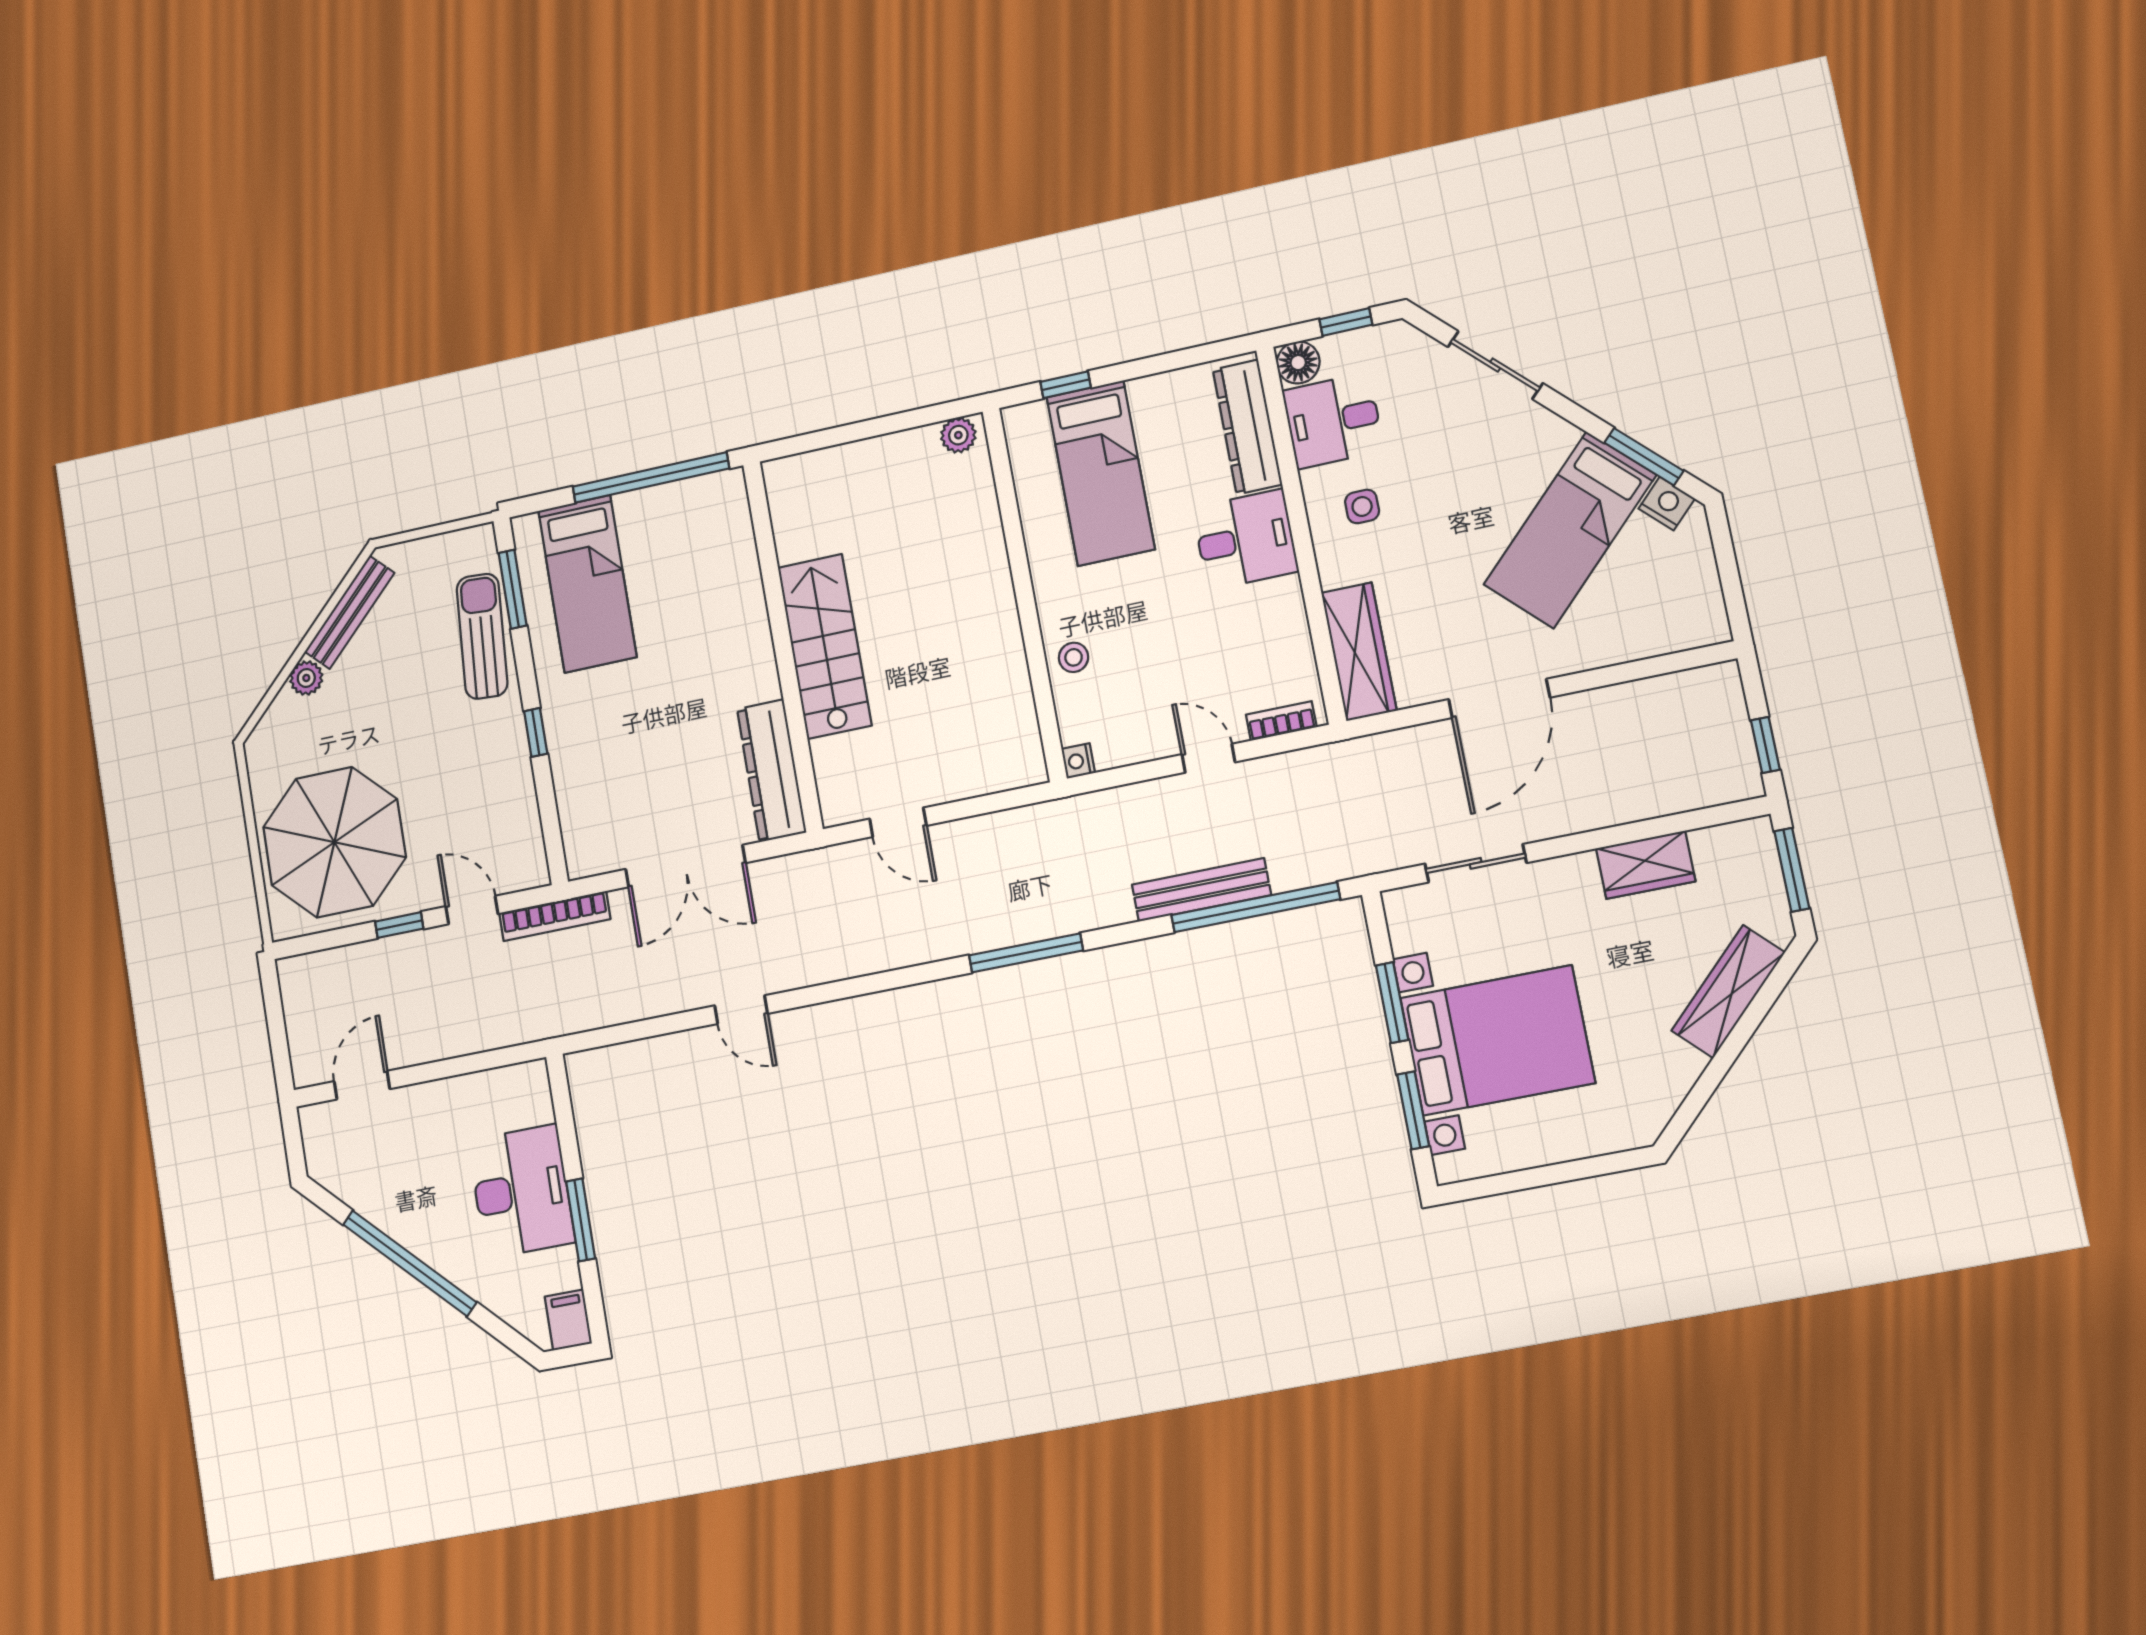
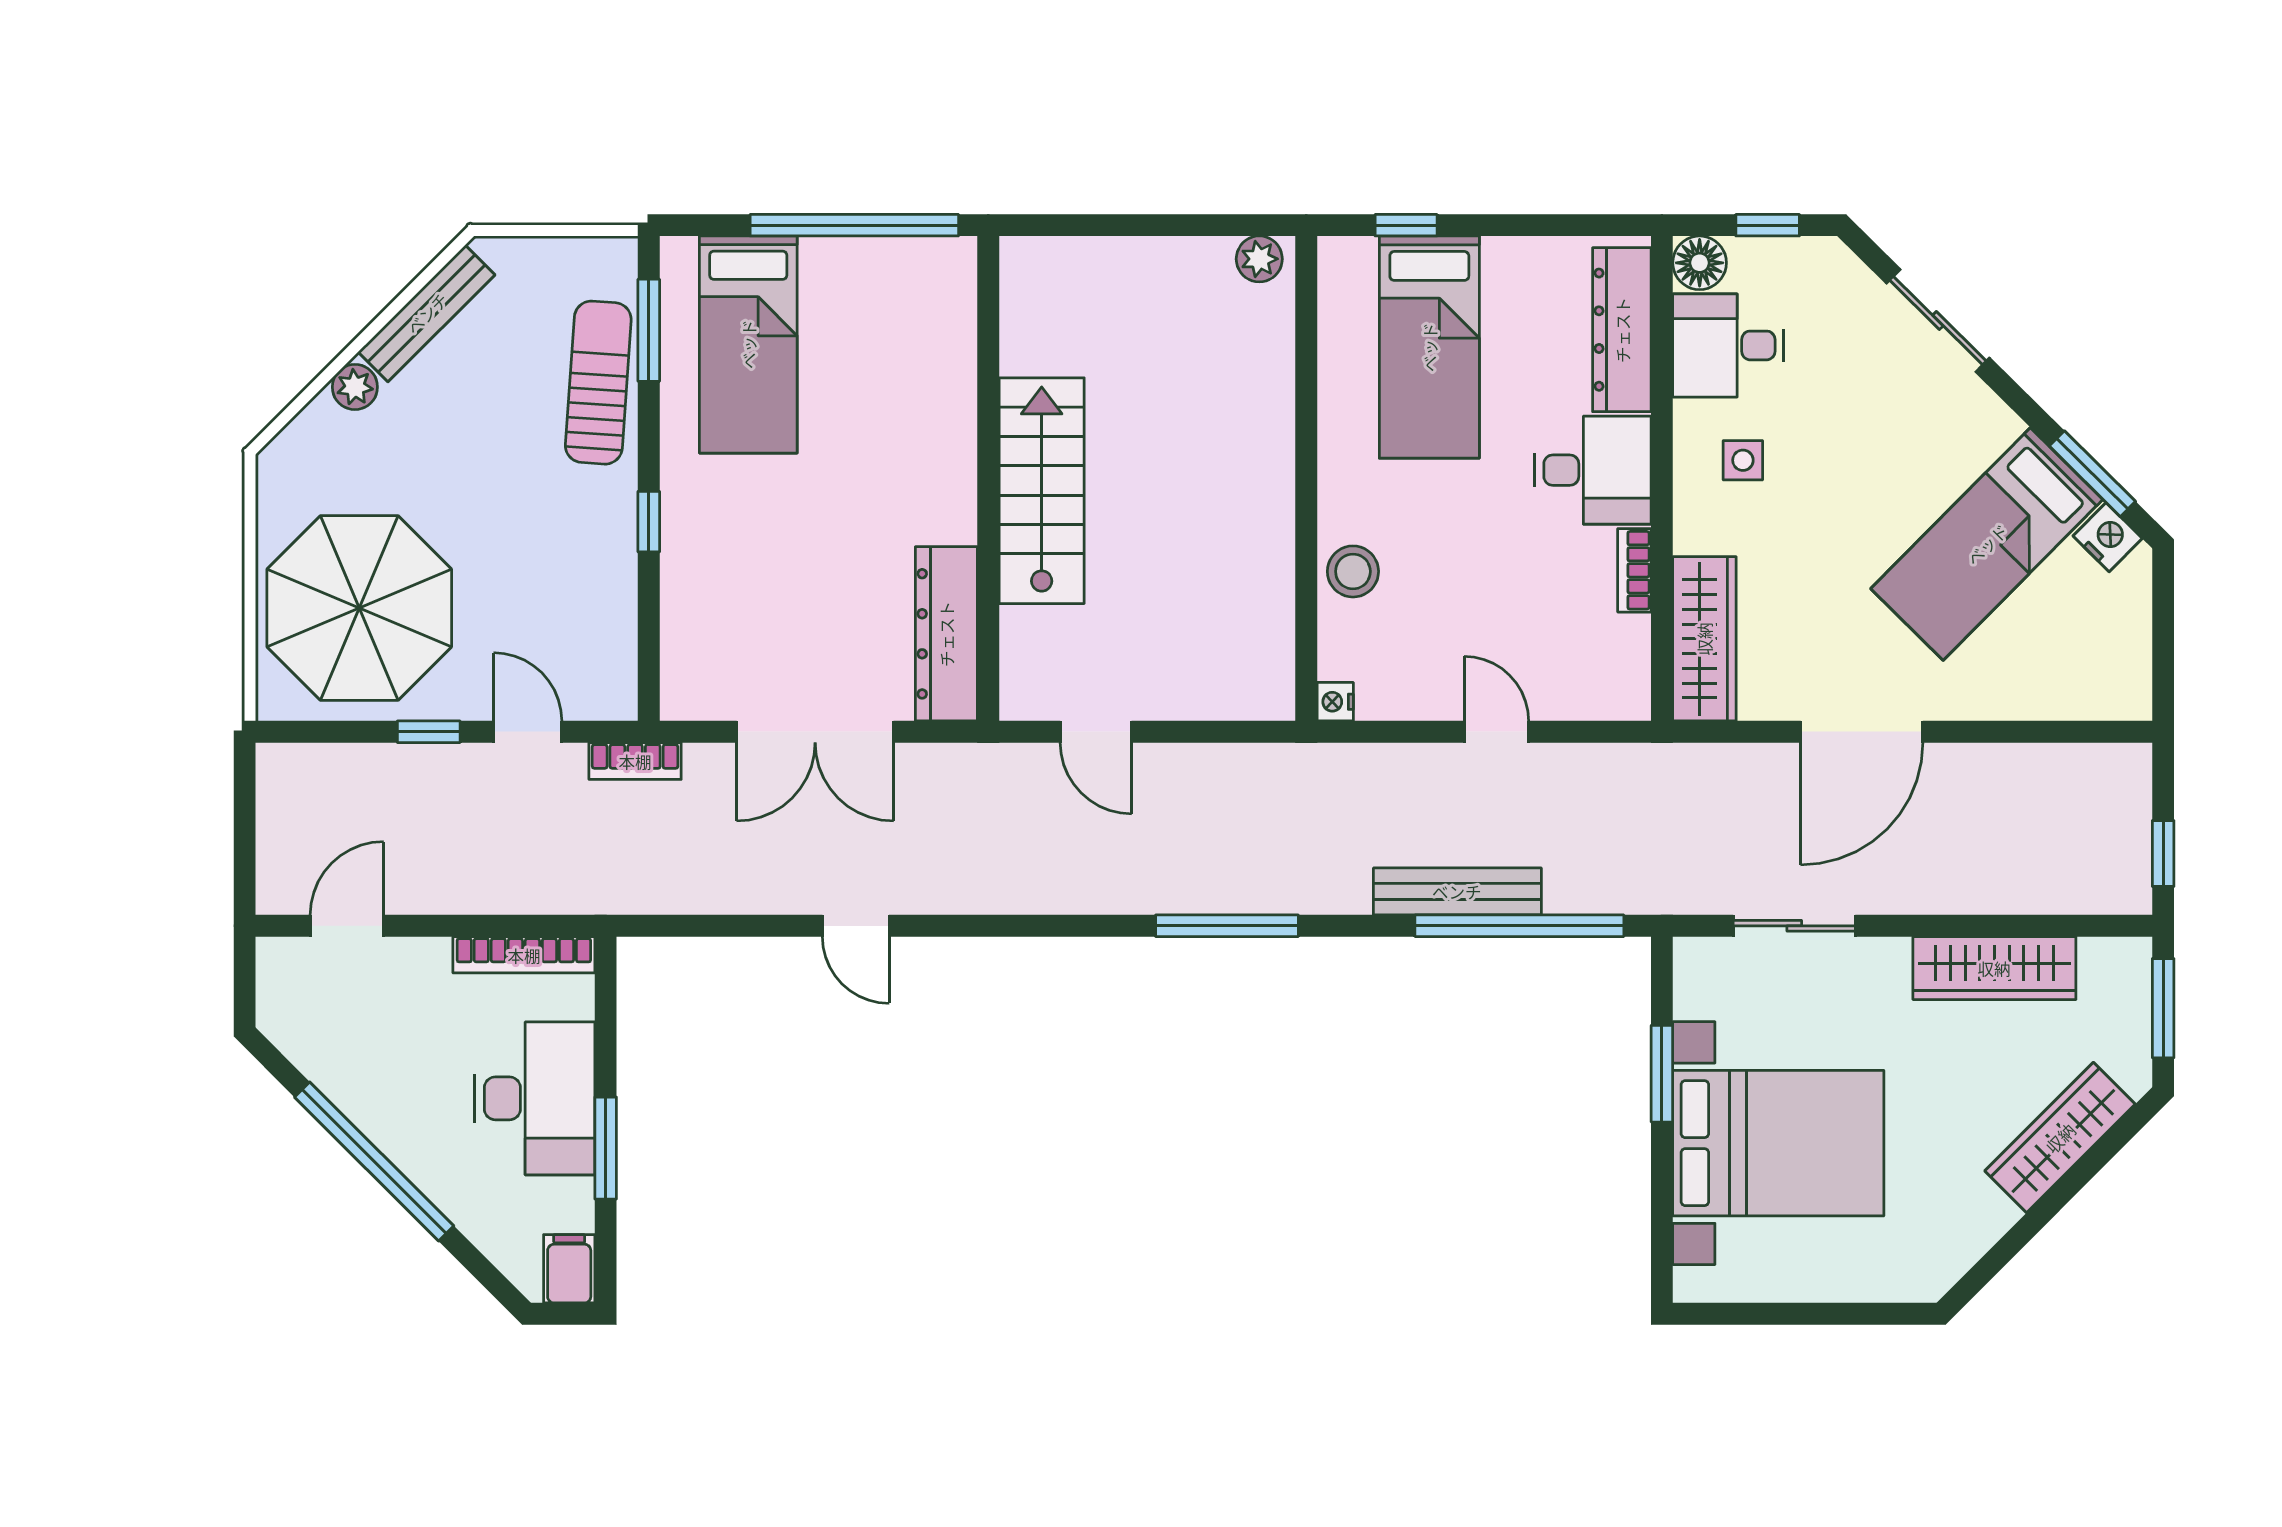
stool: (1074, 657) -> (1353, 571), width x1.37, depth x1.37
bookcase: (1281, 721) -> (1634, 570), moved, turned -90
wardrobe: (1646, 865) -> (1994, 968), width x1.50
bookcase: (555, 916) -> (635, 761), width x0.64
bookcase: (496, 1081) -> (524, 955), added
window: (1413, 1110) -> (1662, 1207), removed

